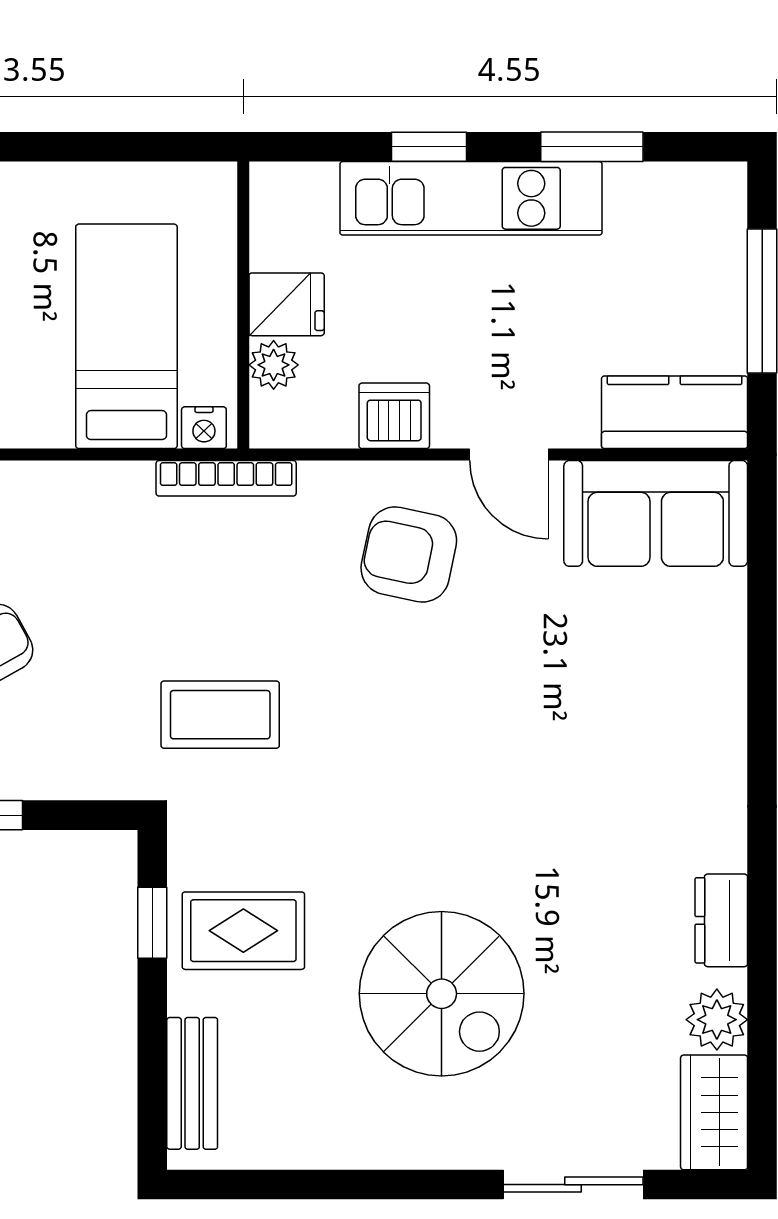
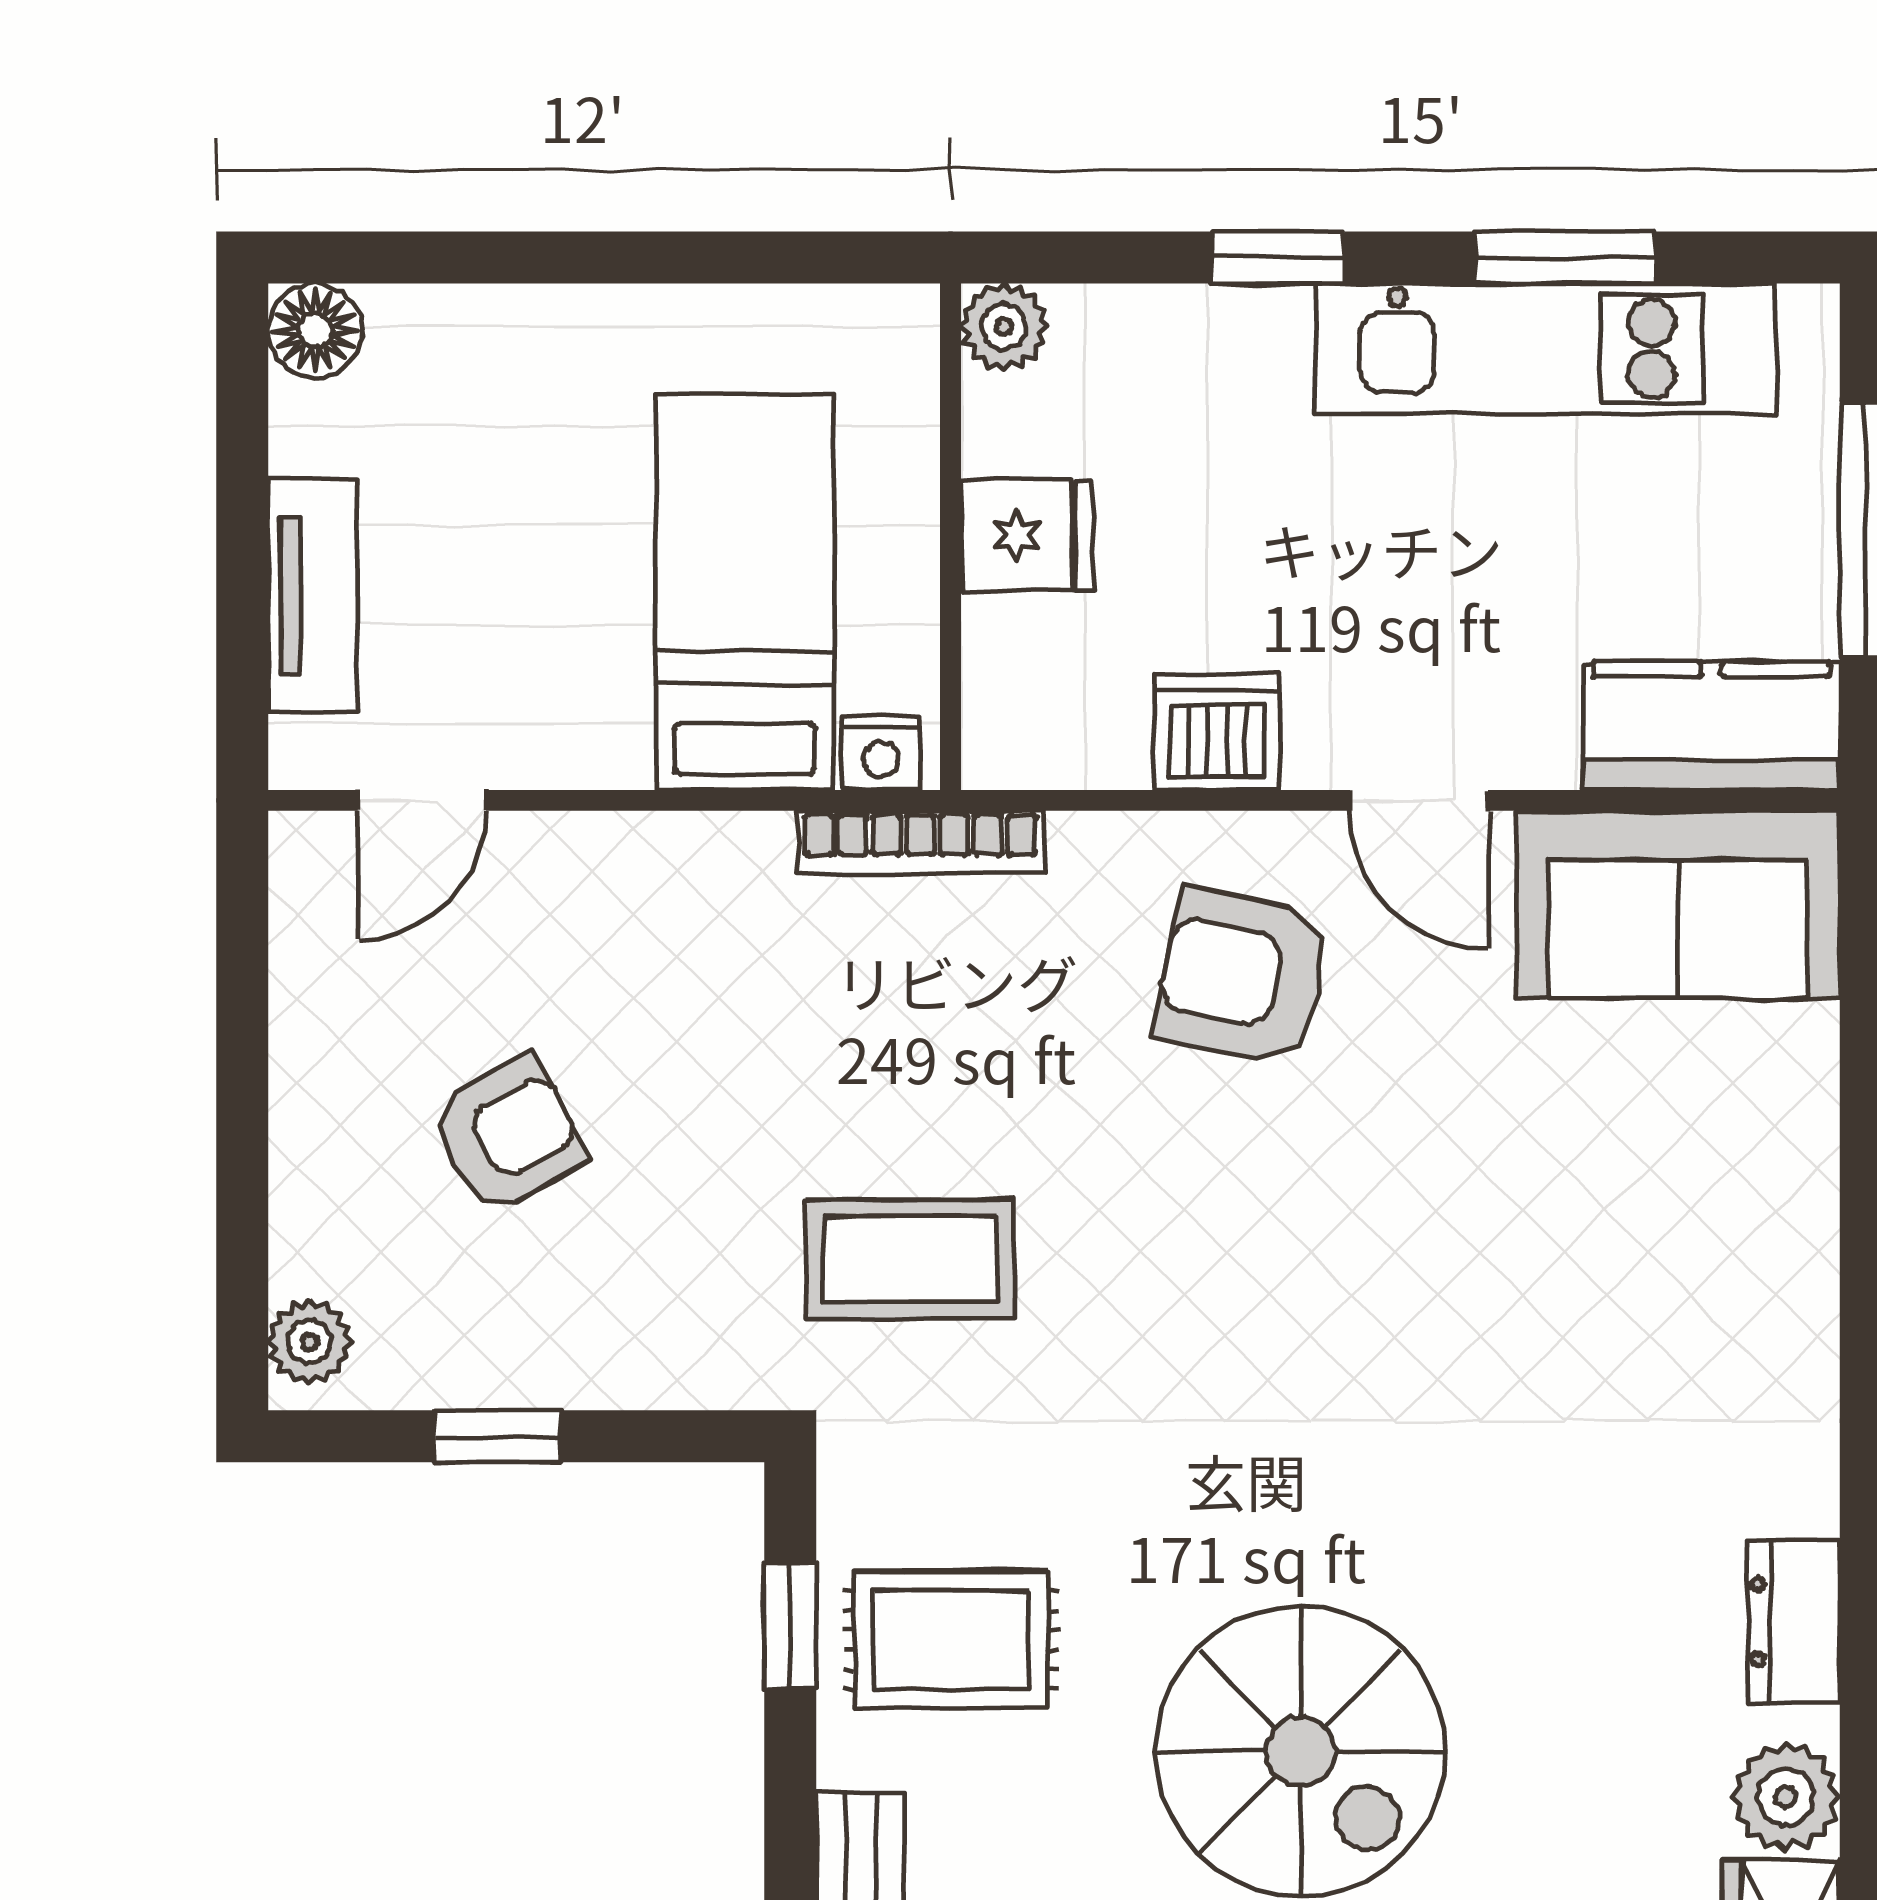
kitchen unit: (471, 198) -> (1545, 348), moved
plant: (274, 365) -> (1004, 327), moved

